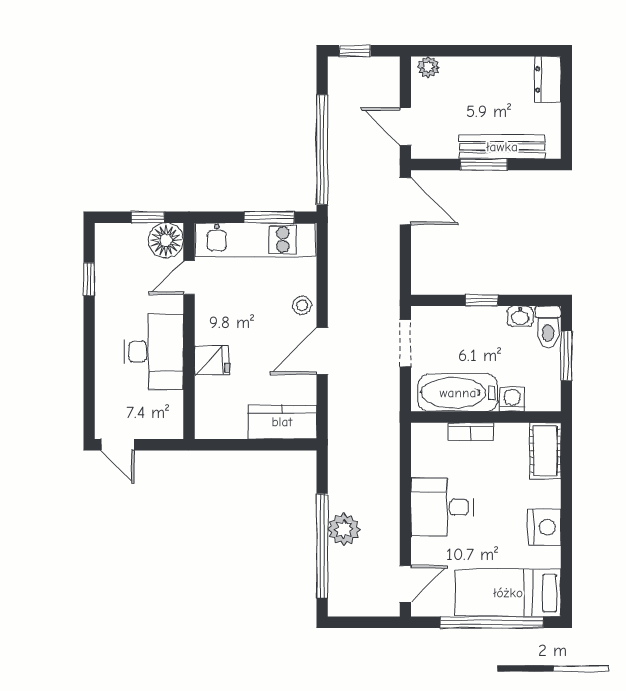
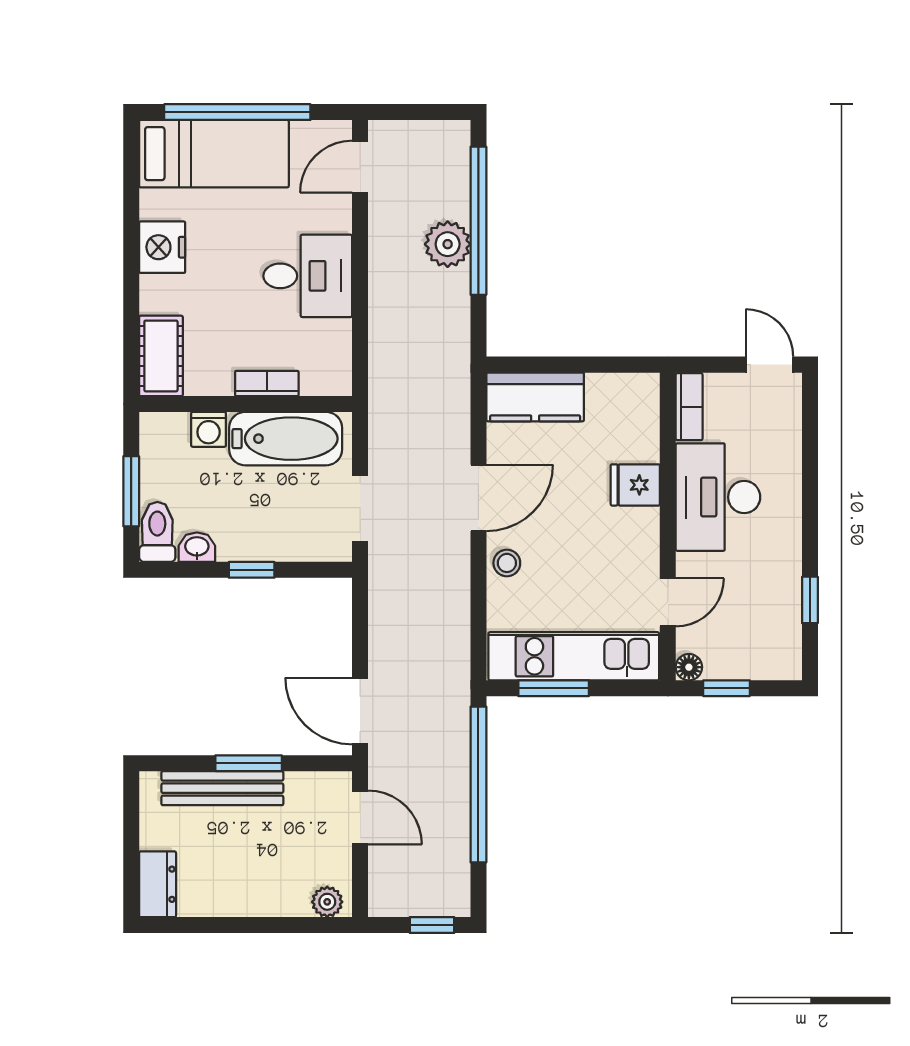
floor lamp: (166, 240) -> (689, 667), width x0.53, depth x0.53
bookcase: (174, 415) -> (689, 407), added

